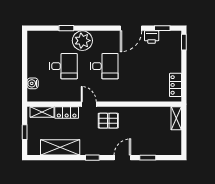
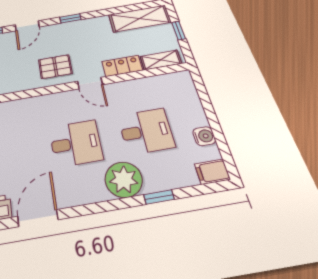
filing cabinet: (35, 37) -> (212, 172), added
desk: (63, 66) -> (146, 131), turned 180
desk: (104, 66) -> (76, 143), turned 180
water cooler: (33, 83) -> (204, 136), moved
shelving: (60, 147) -> (140, 18), moved

